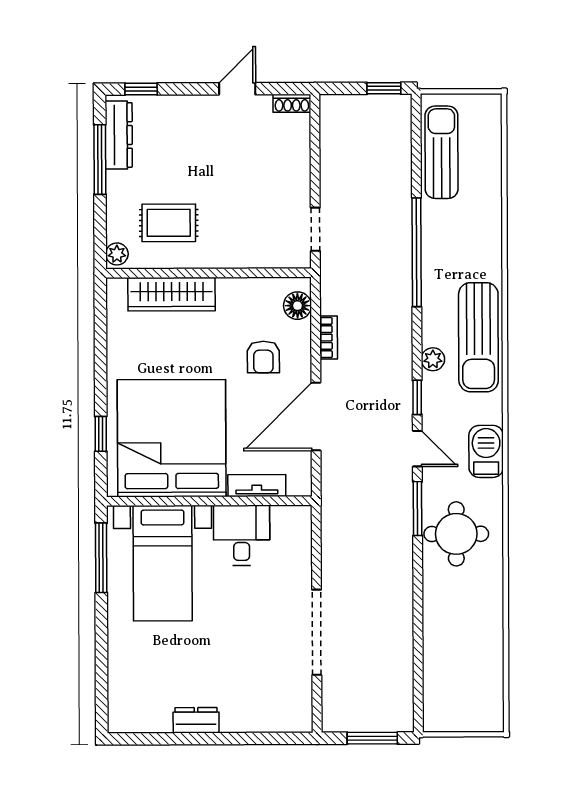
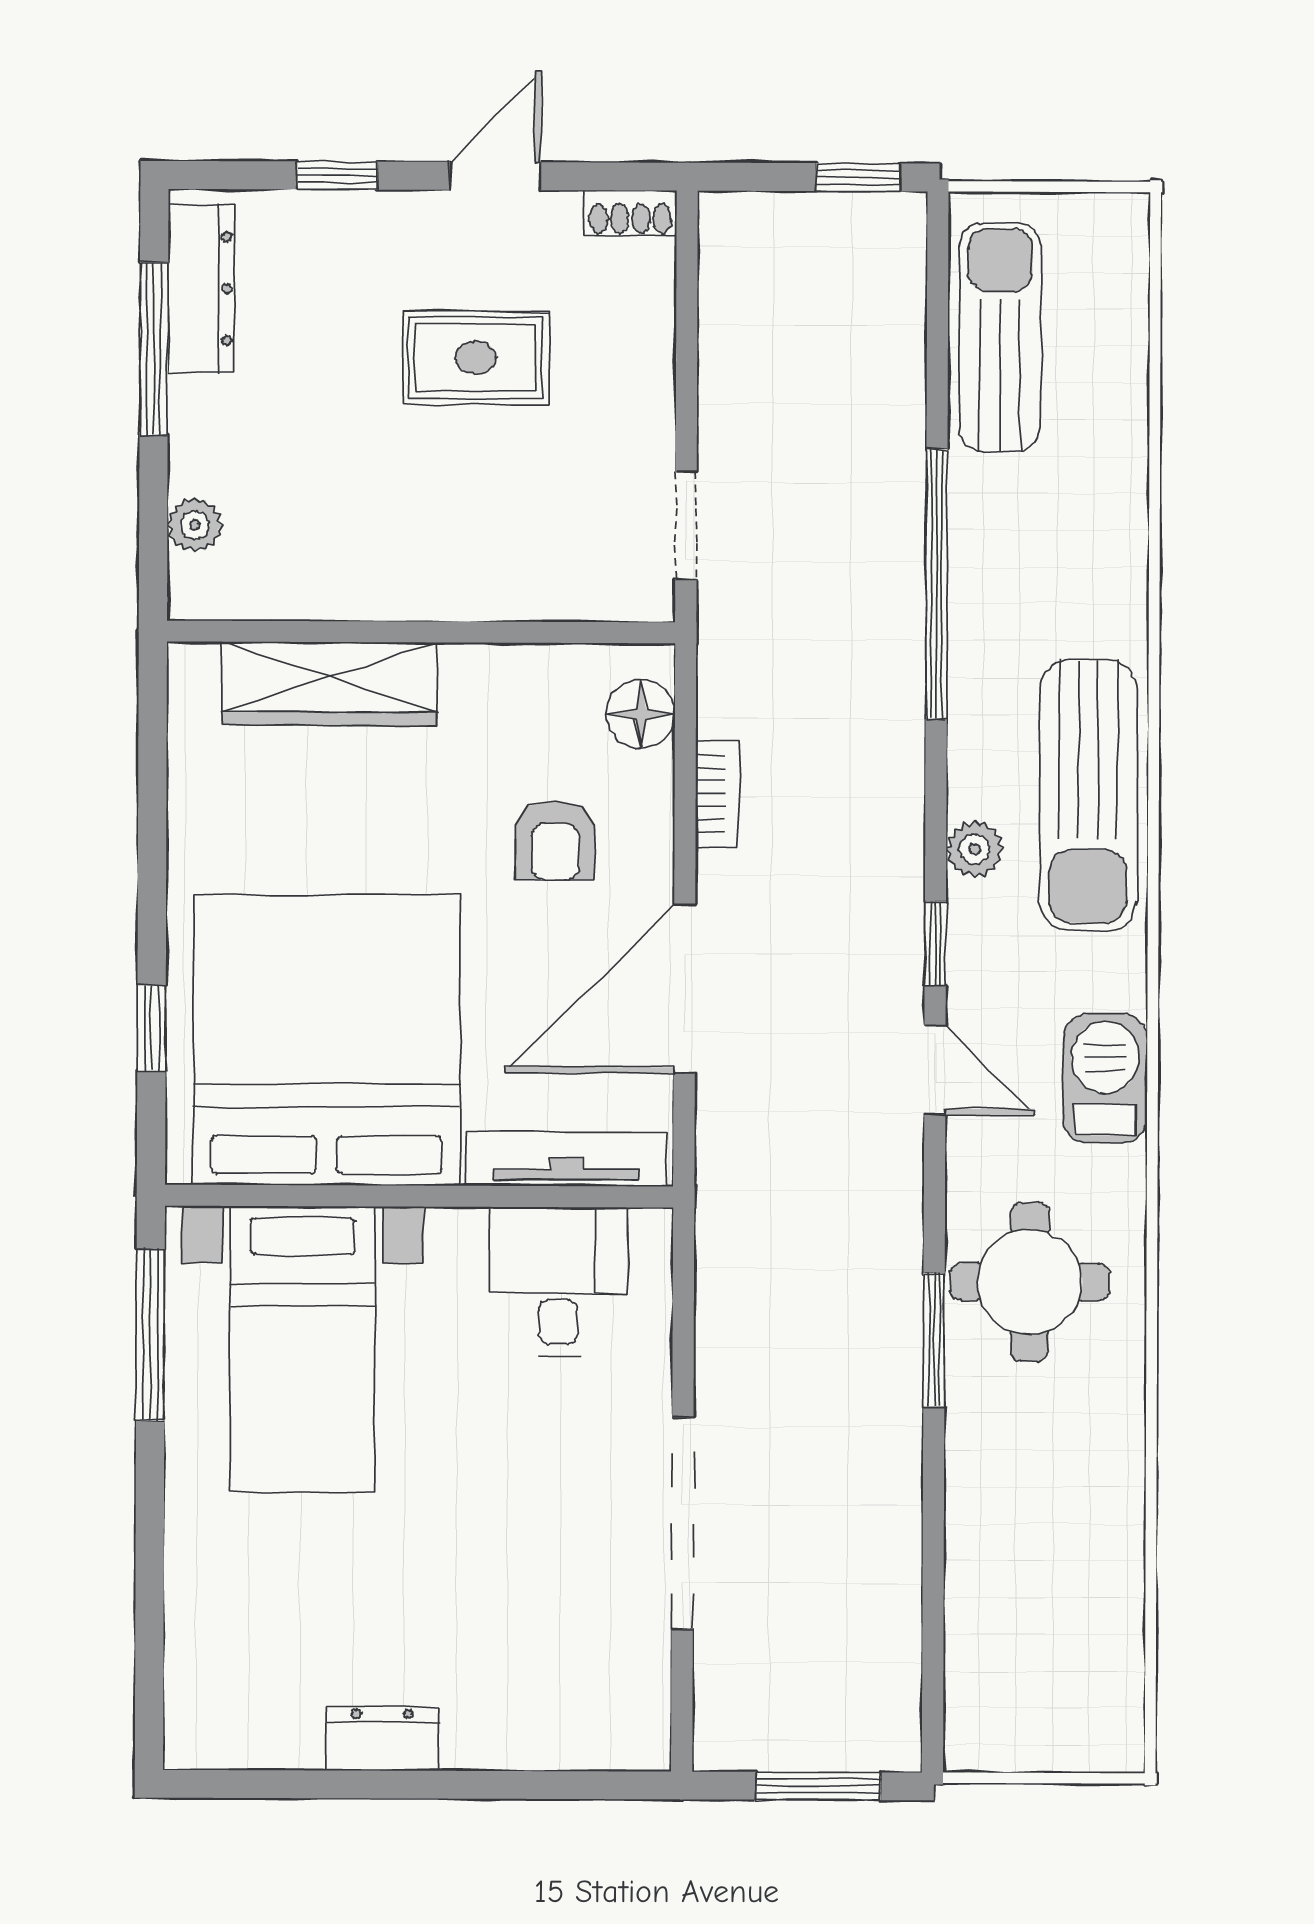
window: (141, 89) -> (337, 175), moved
rug: (169, 223) -> (475, 358), moved
plant: (117, 254) -> (195, 525), moved
tv unit: (257, 486) -> (566, 1159), width x1.41
window: (418, 509) -> (934, 1340), moved
desk: (242, 535) -> (558, 1282), moved

